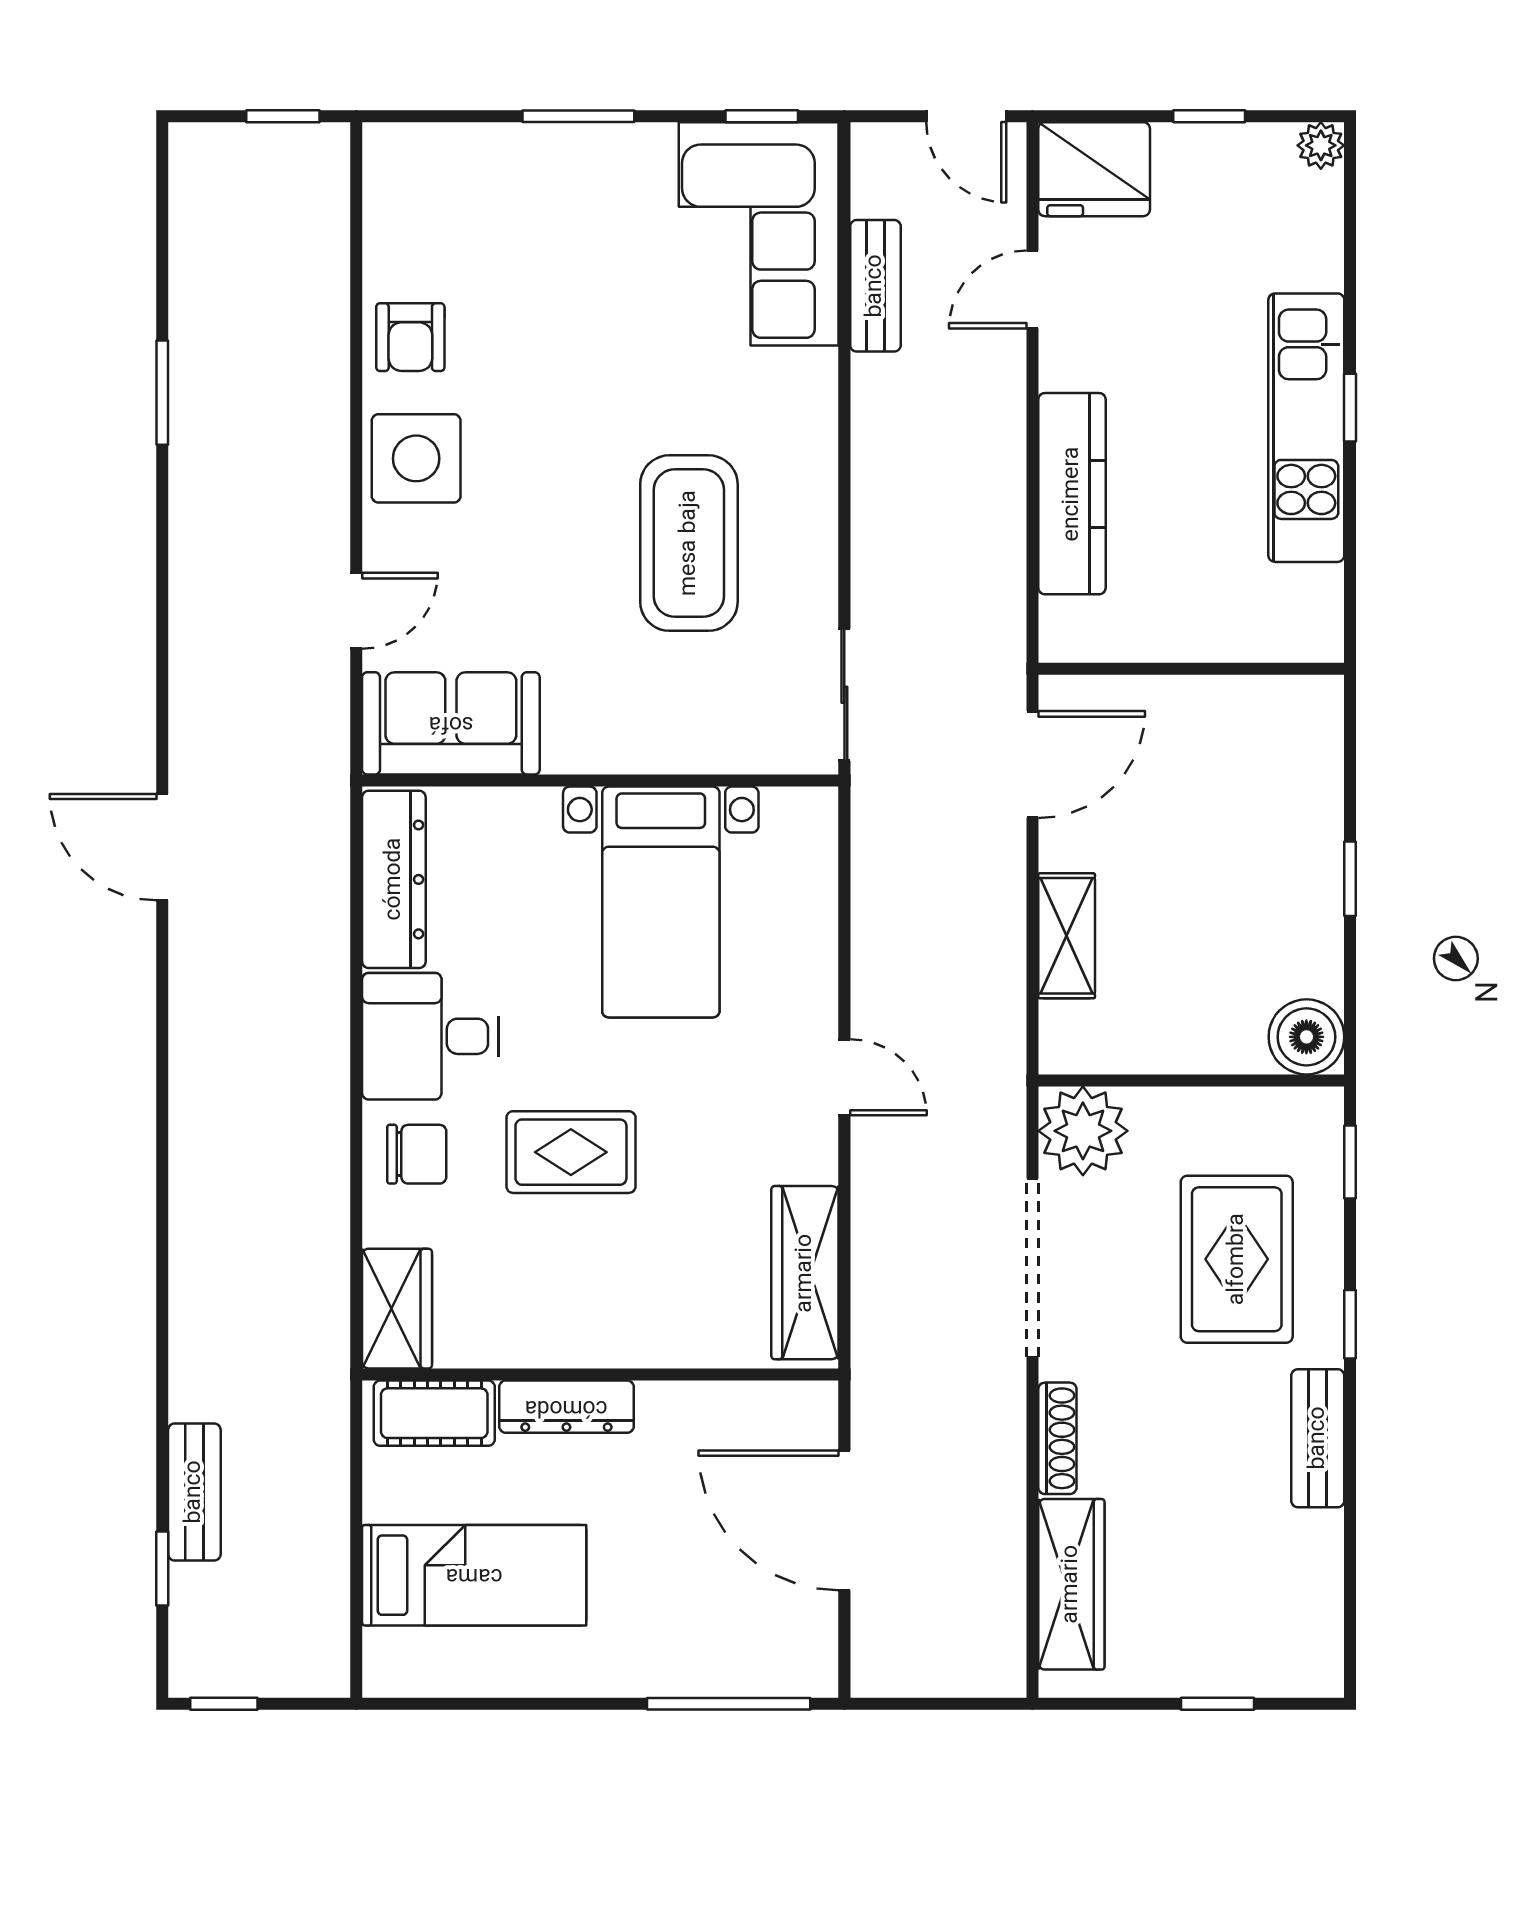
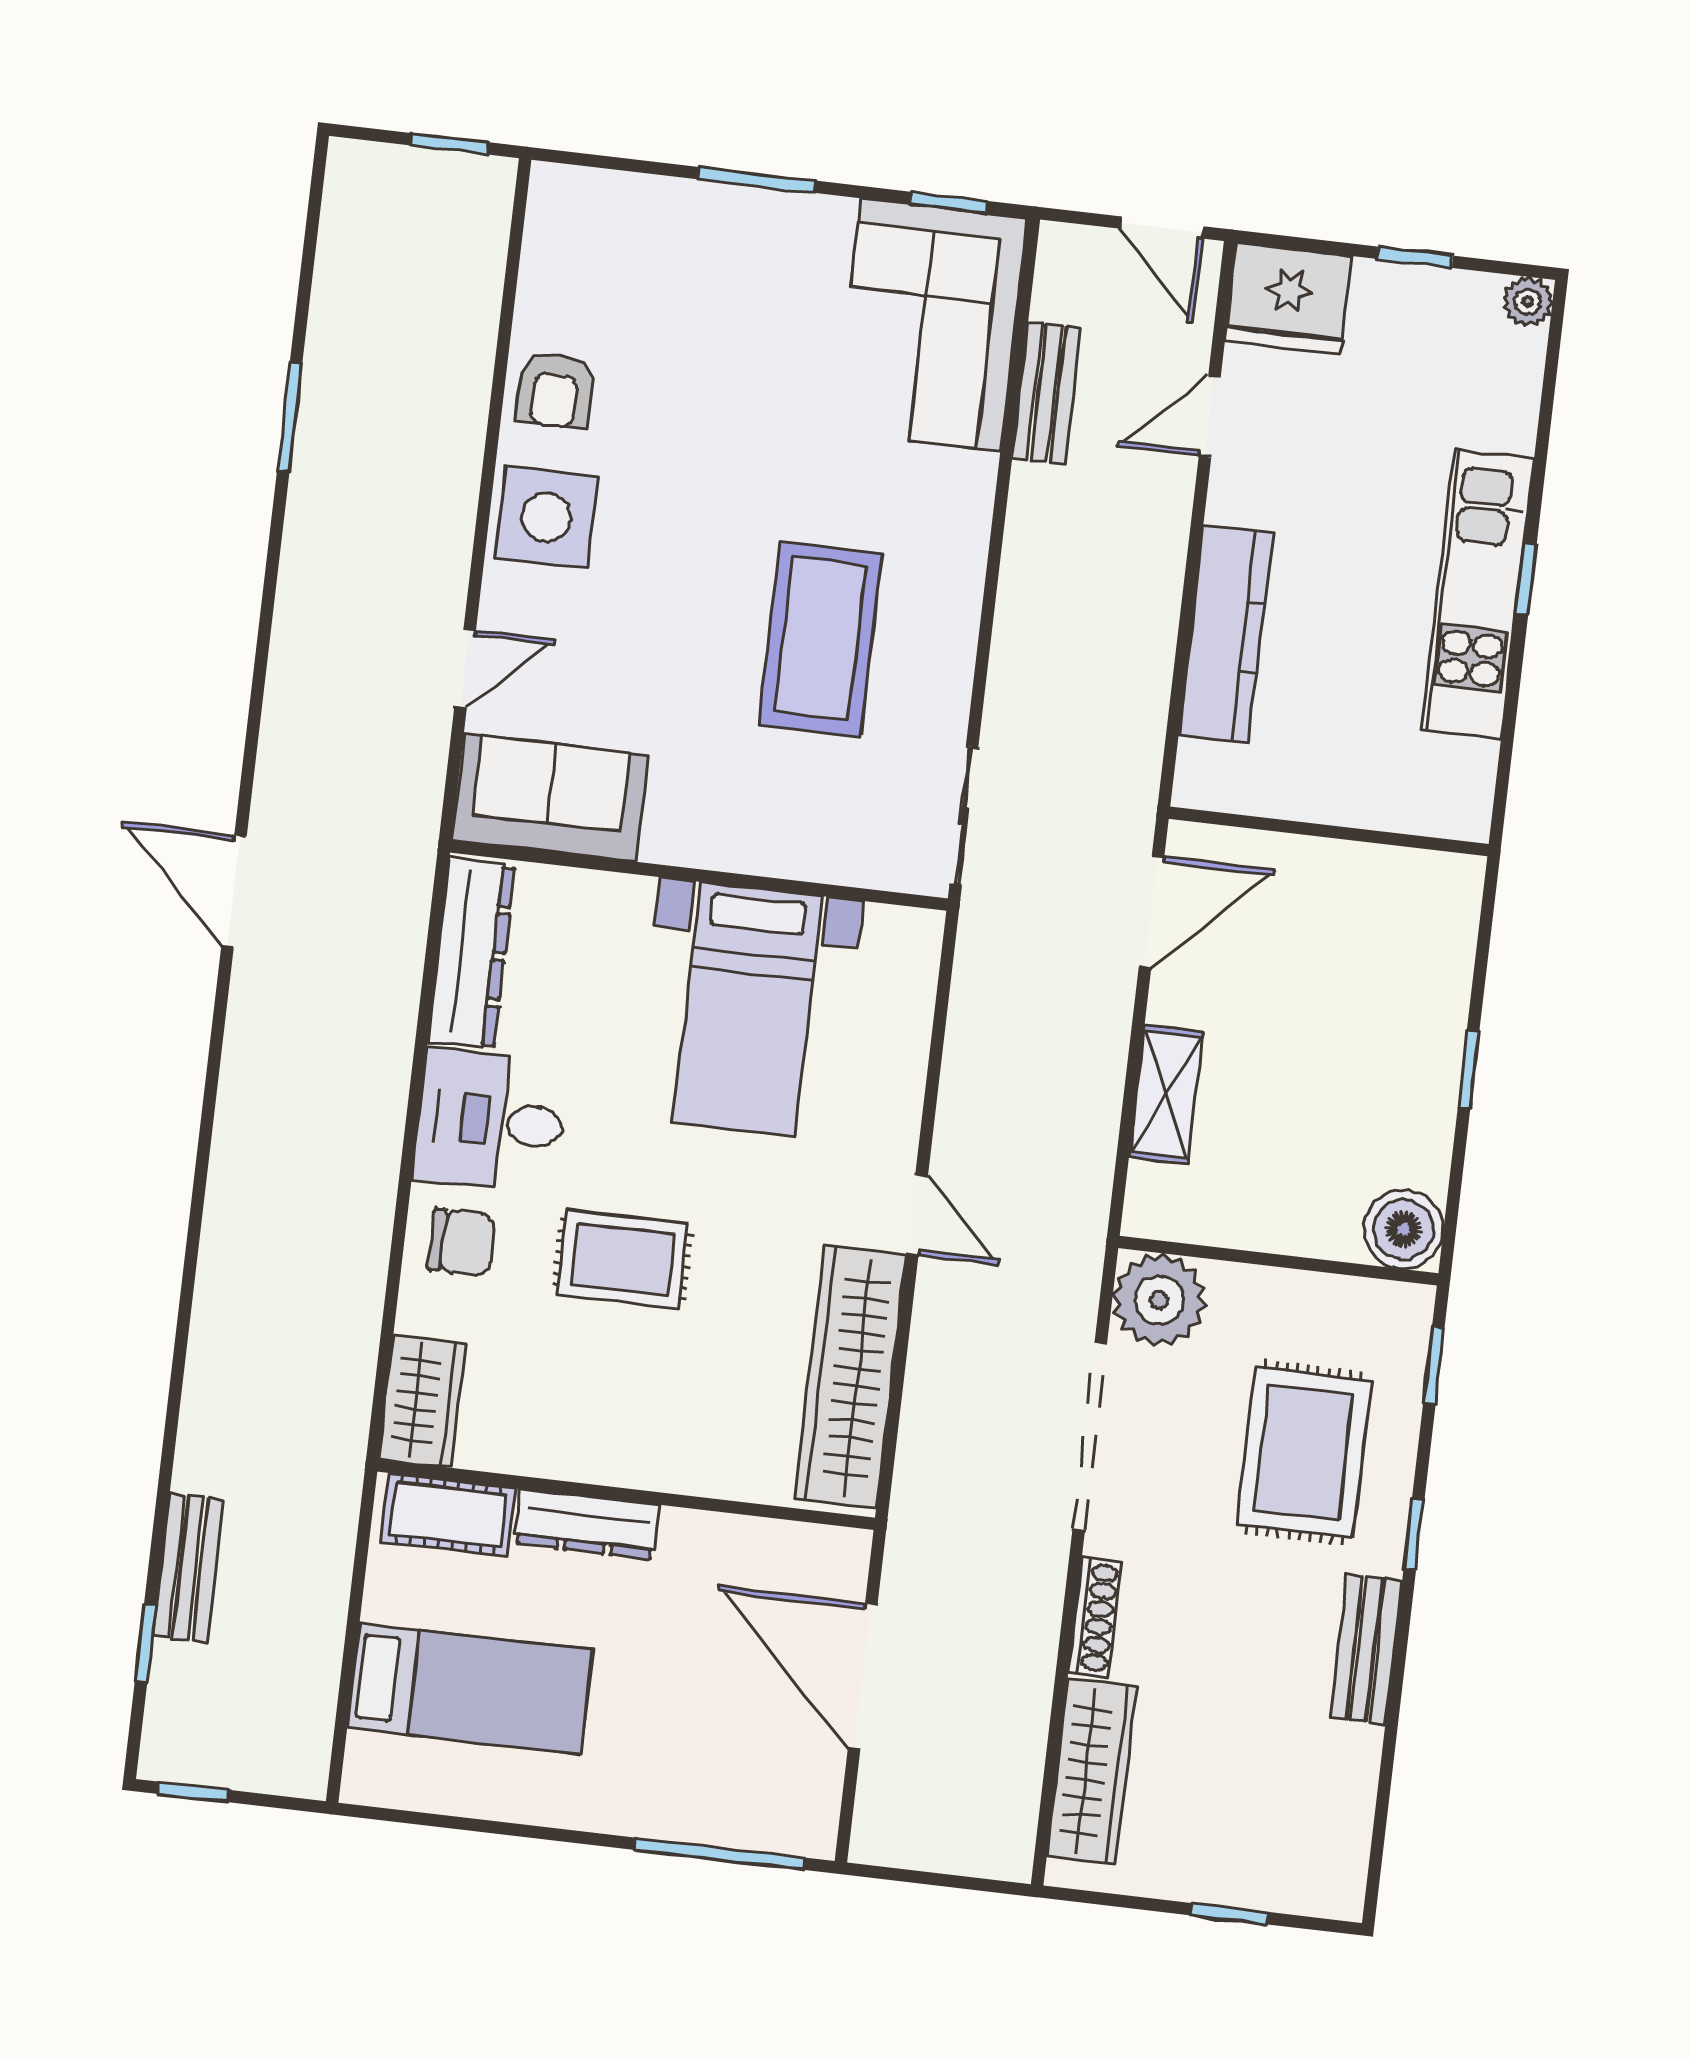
wardrobe: (805, 1273) -> (850, 1377), width x1.40, depth x1.17

